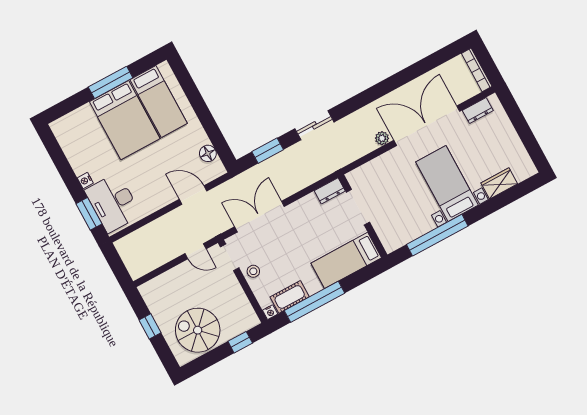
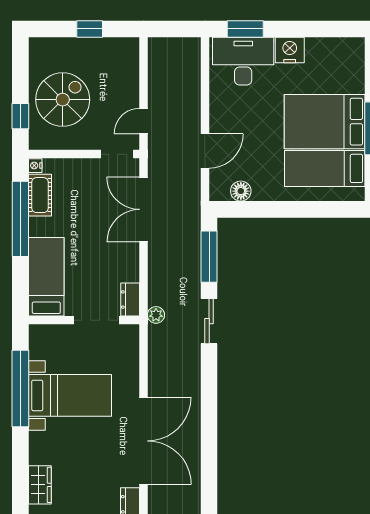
plant: (382, 138) -> (156, 315), moved
window: (268, 151) -> (209, 257), width x1.44
nightstand: (85, 181) -> (290, 50), width x1.89, depth x1.79
bed with nightstands: (447, 184) -> (70, 395), moved
double door: (259, 217) -> (143, 209), swing flipped
stool: (253, 271) -> (89, 171), removed
spiral stairs: (198, 330) -> (63, 100), moved

